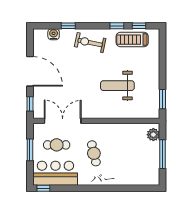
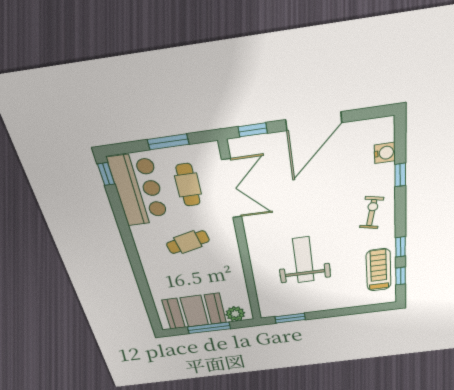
exercise bike: (90, 43) -> (372, 213), width x0.73, depth x0.72
booth: (147, 161) -> (194, 311), added

